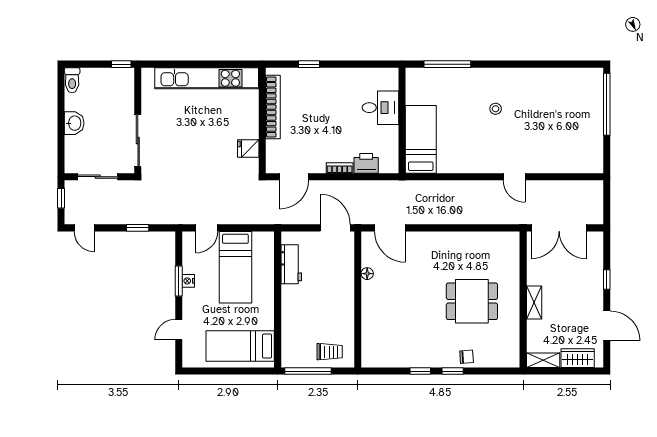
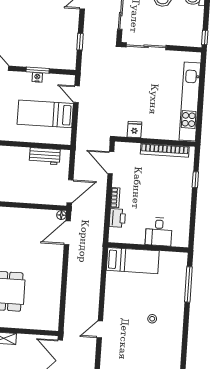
floor lamp: (367, 274) -> (61, 215), moved

